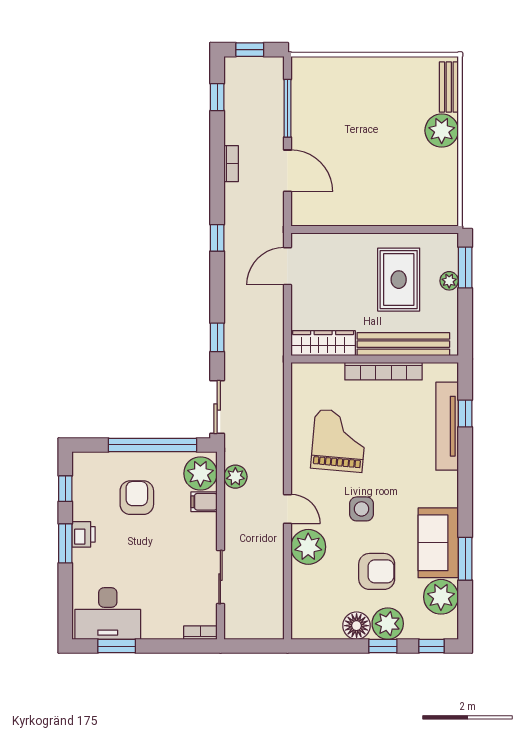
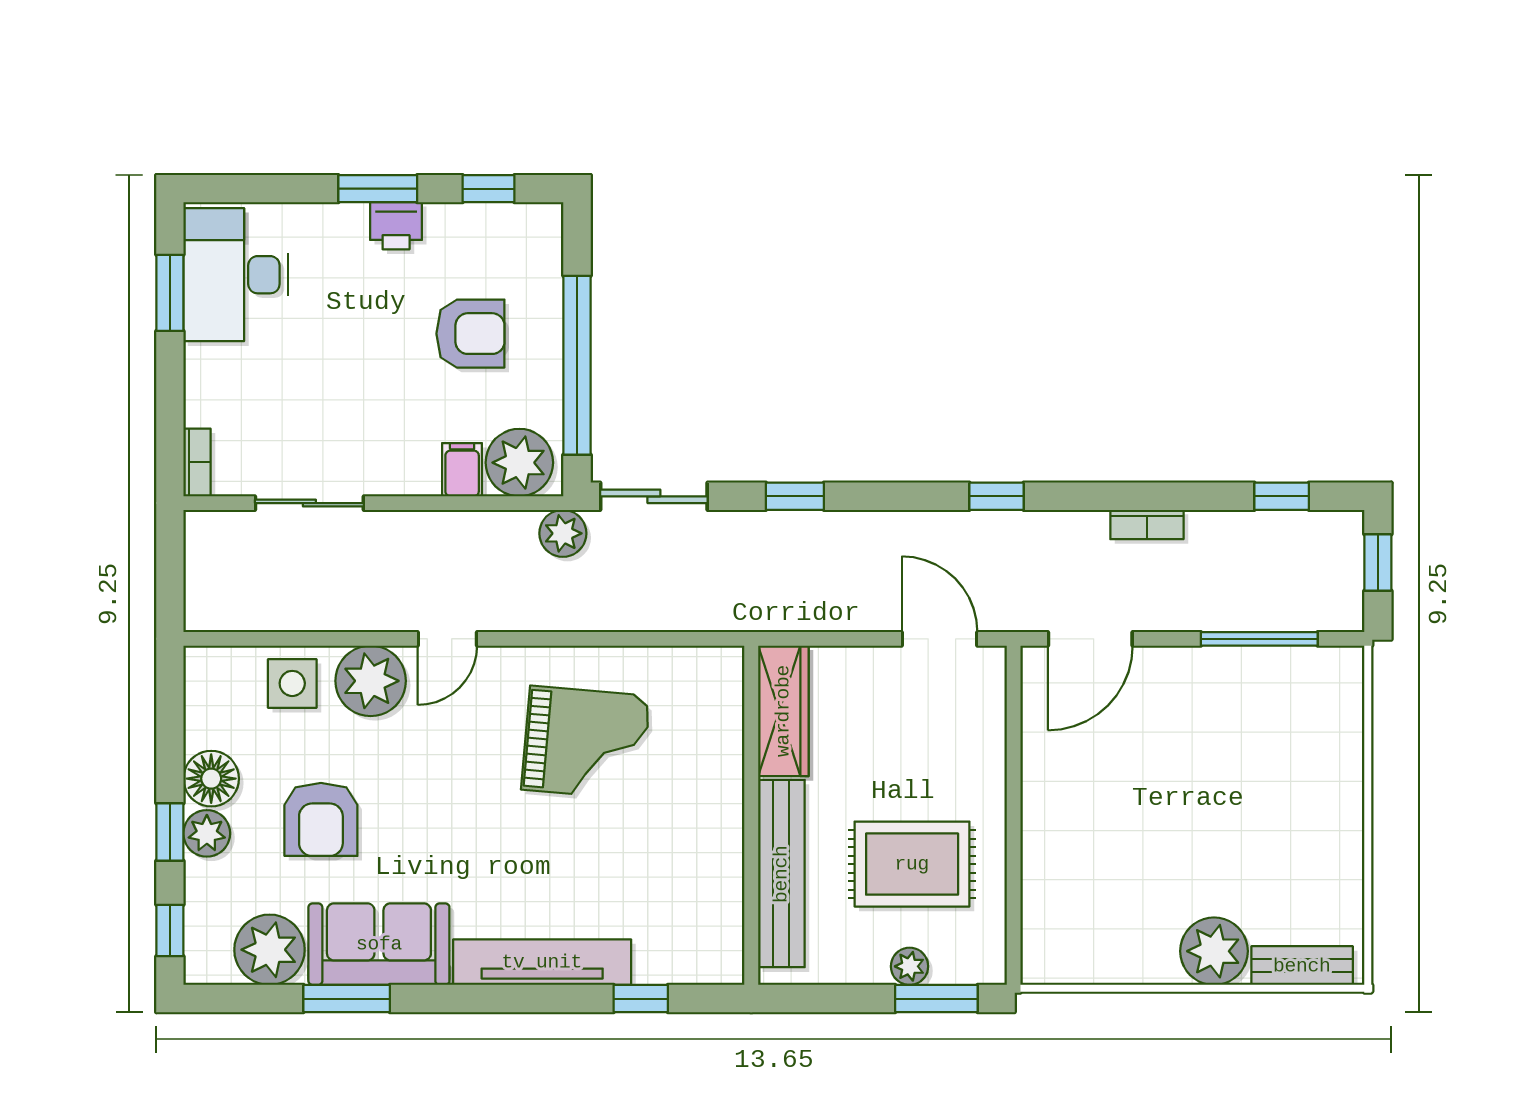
door: (287, 171) -> (1090, 639), moved
bookcase: (383, 371) -> (727, 833), removed
tv unit: (447, 426) -> (542, 962), moved
plant: (235, 477) -> (563, 533), moved
side table: (362, 509) -> (292, 683), moved
plant: (388, 624) -> (207, 833), width x0.73, depth x0.73

